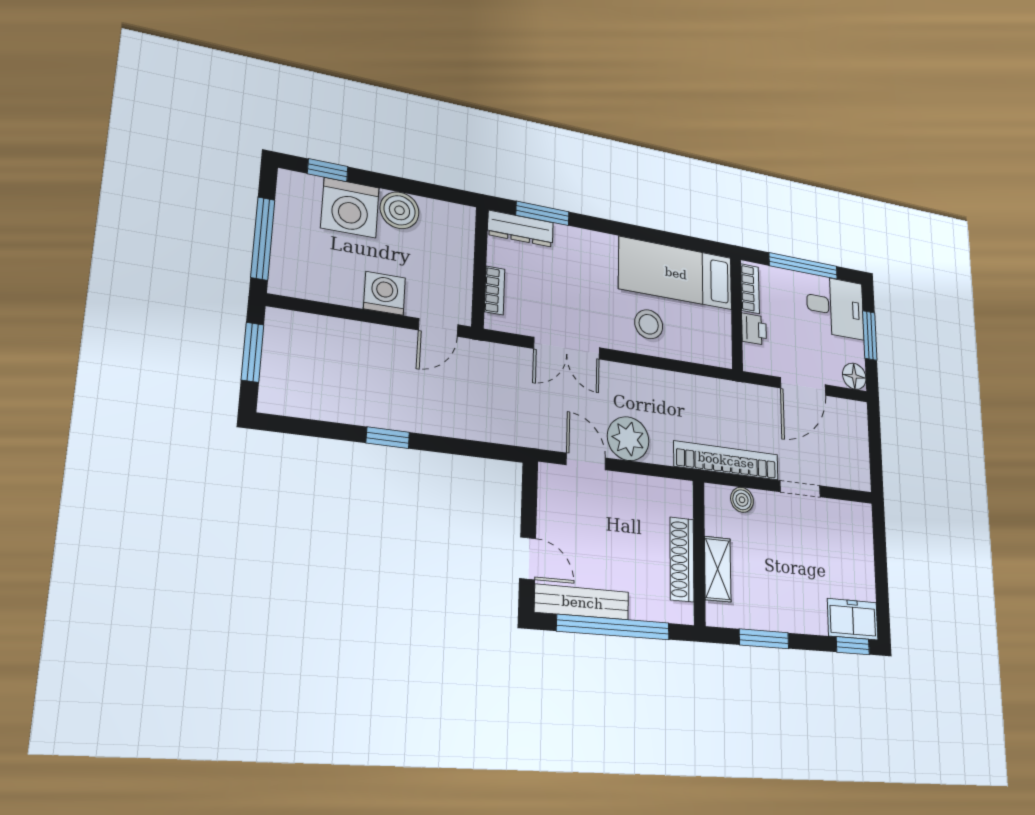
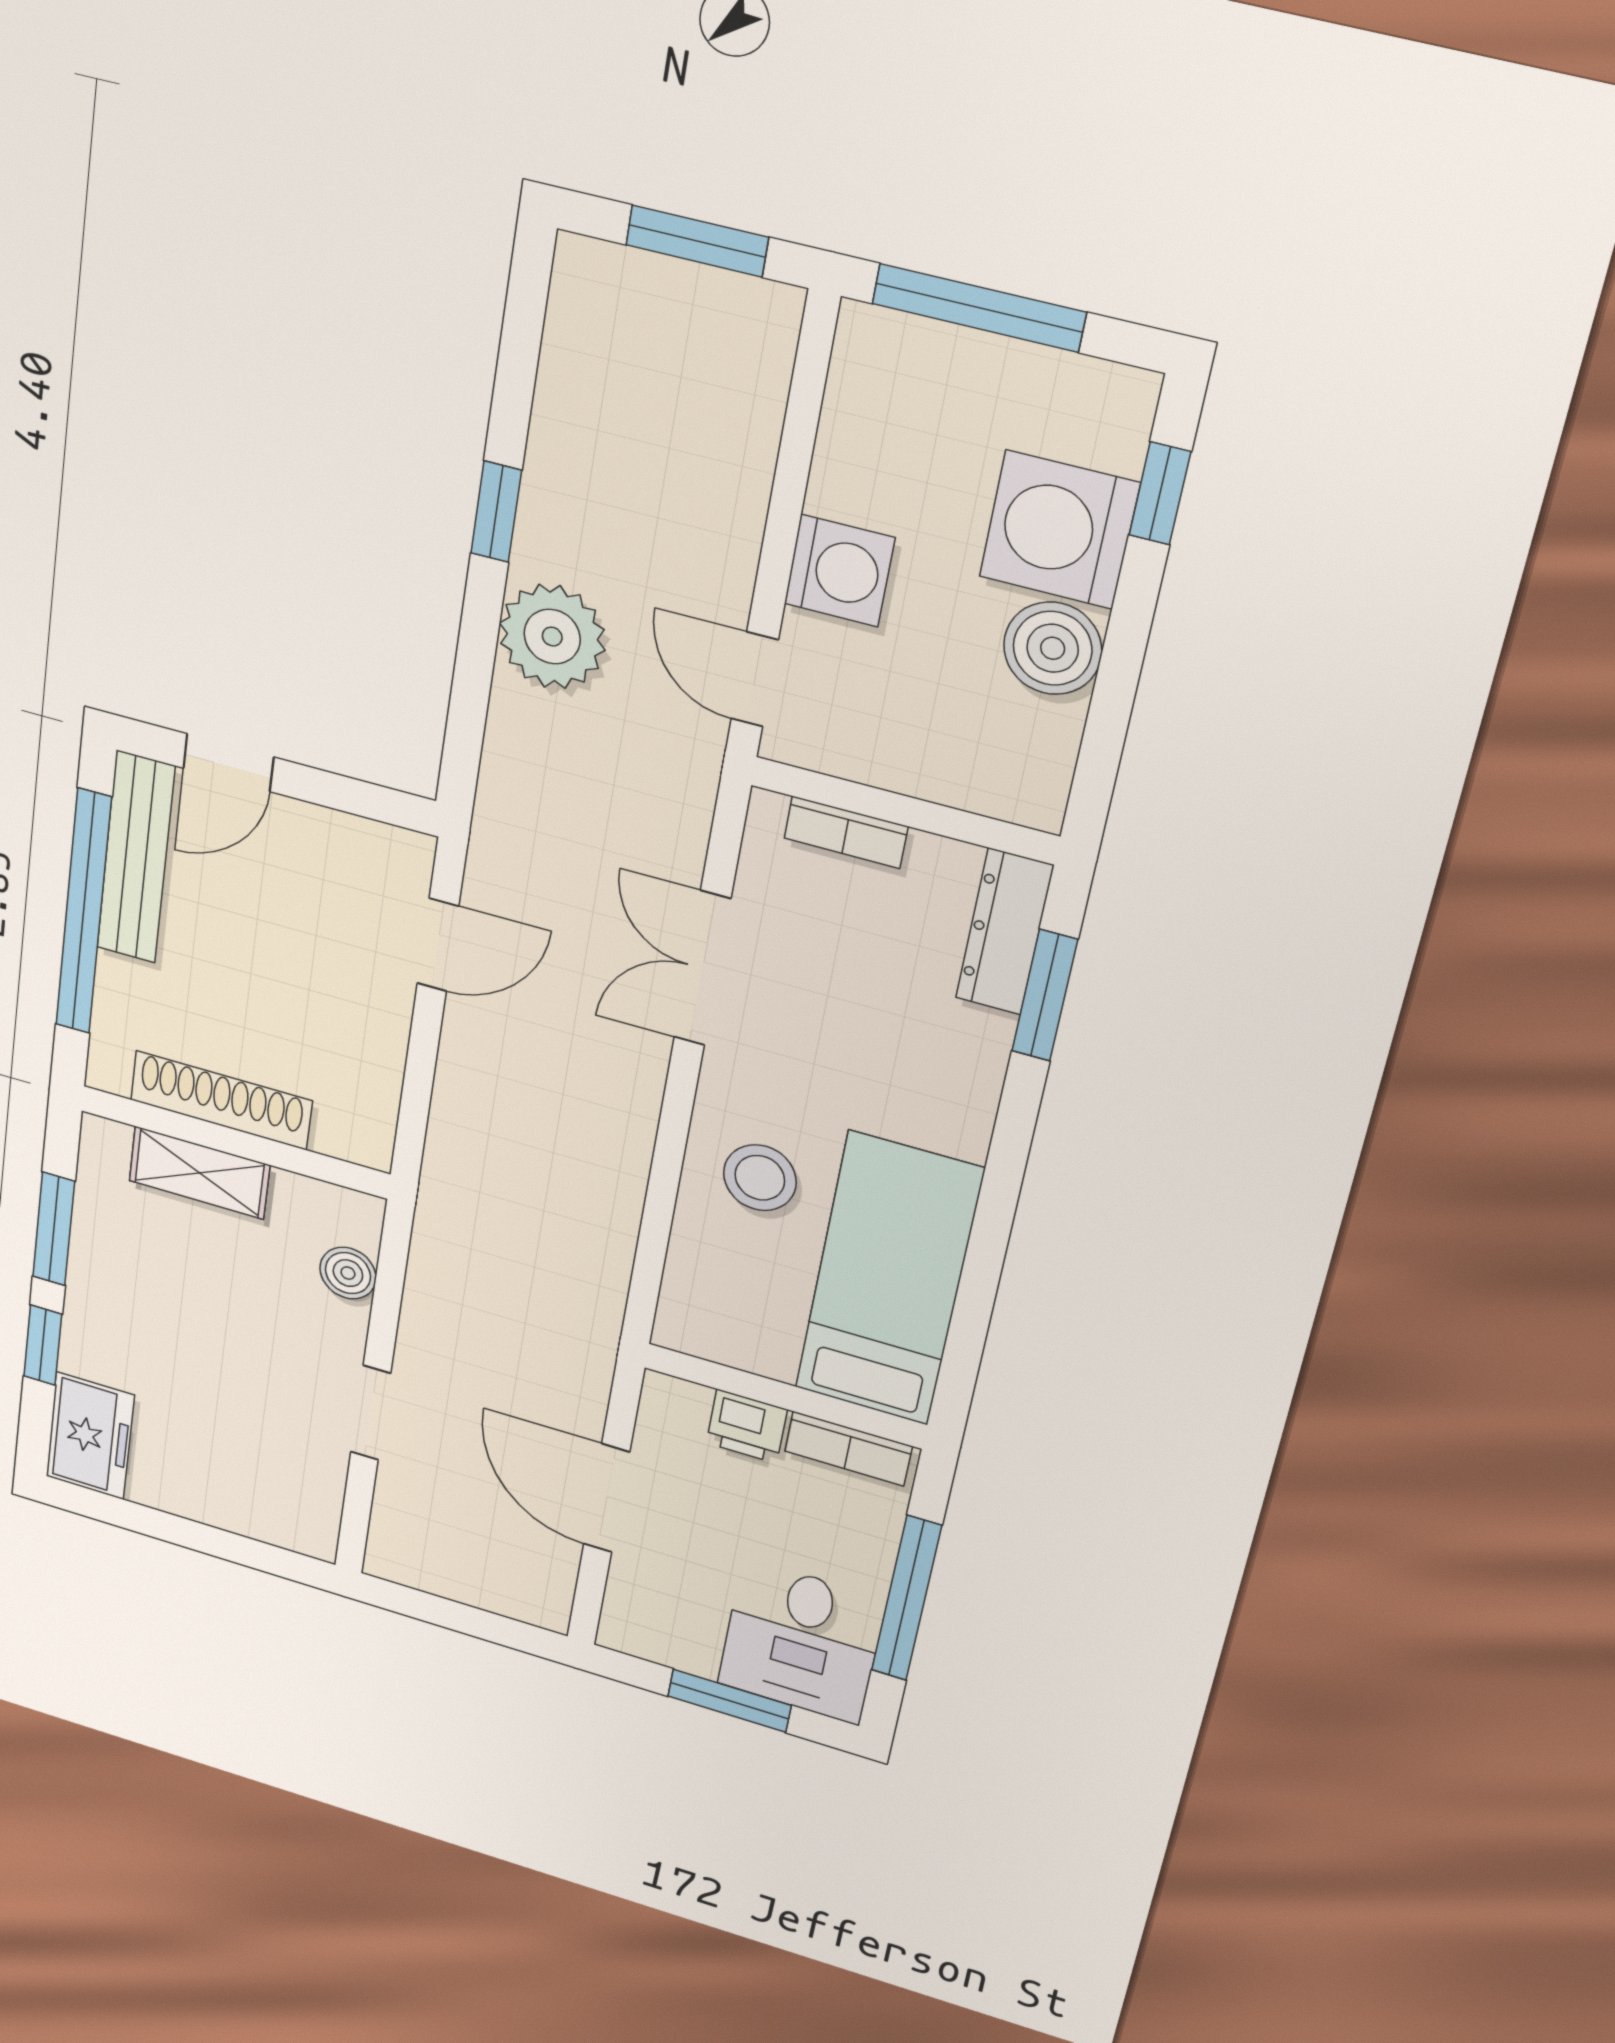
floor lamp: (854, 376) -> (630, 1628), removed
plant: (628, 439) -> (552, 637), moved
bookcase: (726, 460) -> (436, 1265), removed
window: (853, 646) -> (43, 1345), moved

